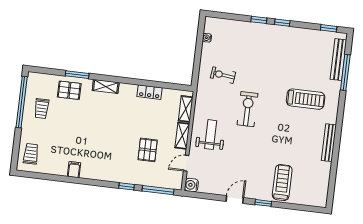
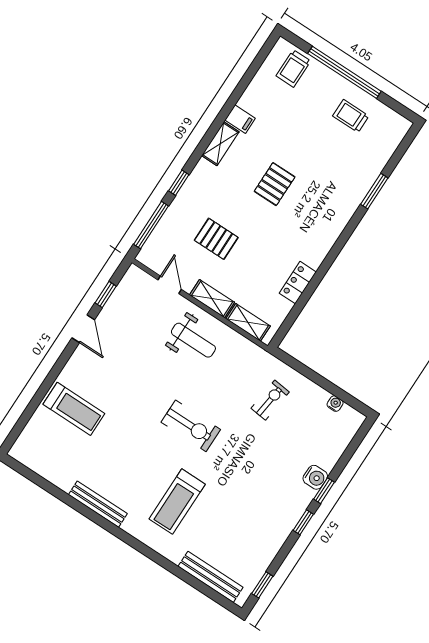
window: (345, 72) -> (187, 578), removed
shelving: (106, 86) -> (220, 144), moved
pallet: (69, 90) -> (275, 184), moved
window: (22, 102) -> (344, 72), moved
exercise bike: (247, 109) -> (191, 426), moved
trolley: (31, 154) -> (293, 68), turned 90
water cooler: (191, 185) -> (315, 477), moved, turned 90
window: (263, 203) -> (106, 294), moved

